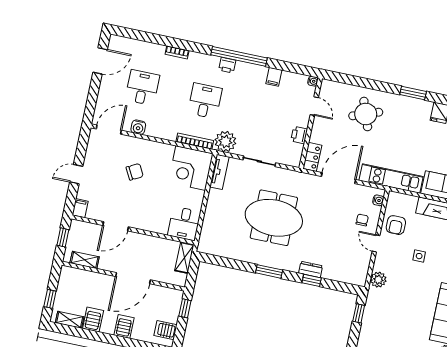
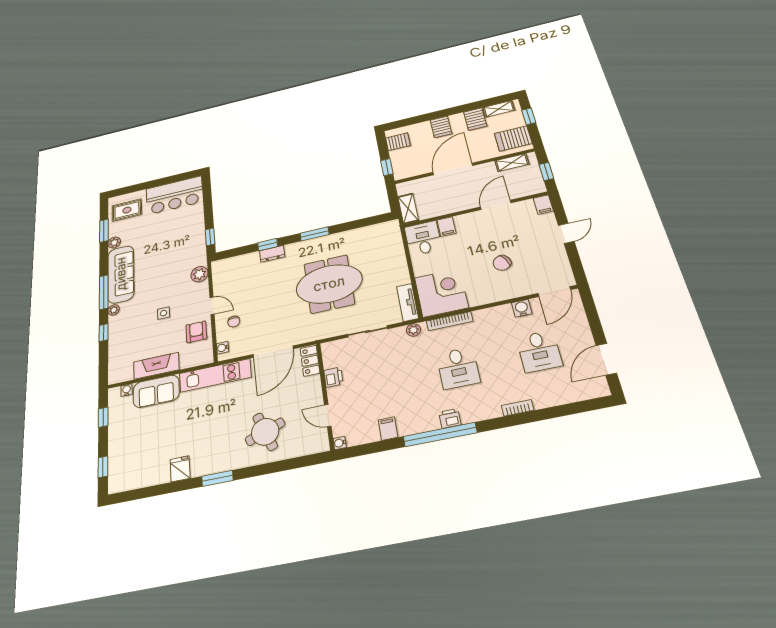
plant: (225, 142) -> (413, 330), width x0.53, depth x0.53
filing cabinet: (162, 225) -> (447, 227), added
server rack: (73, 283) -> (513, 138), added

